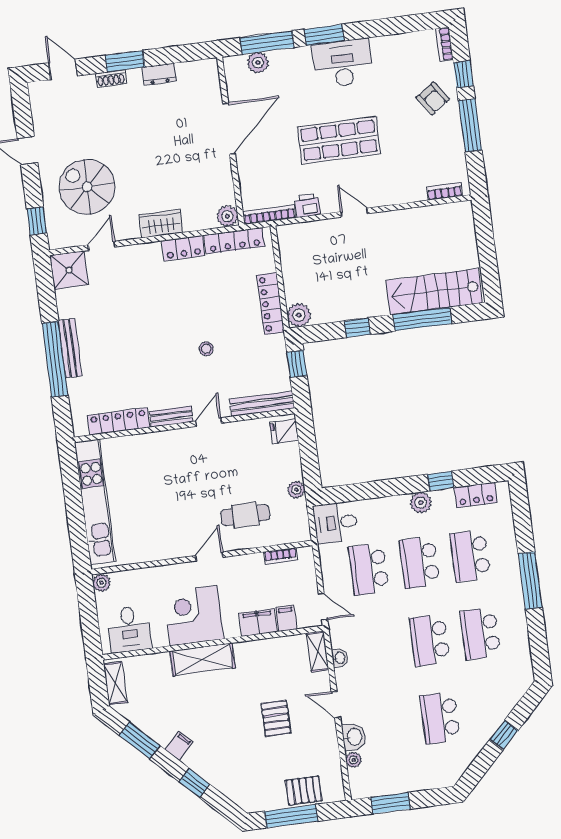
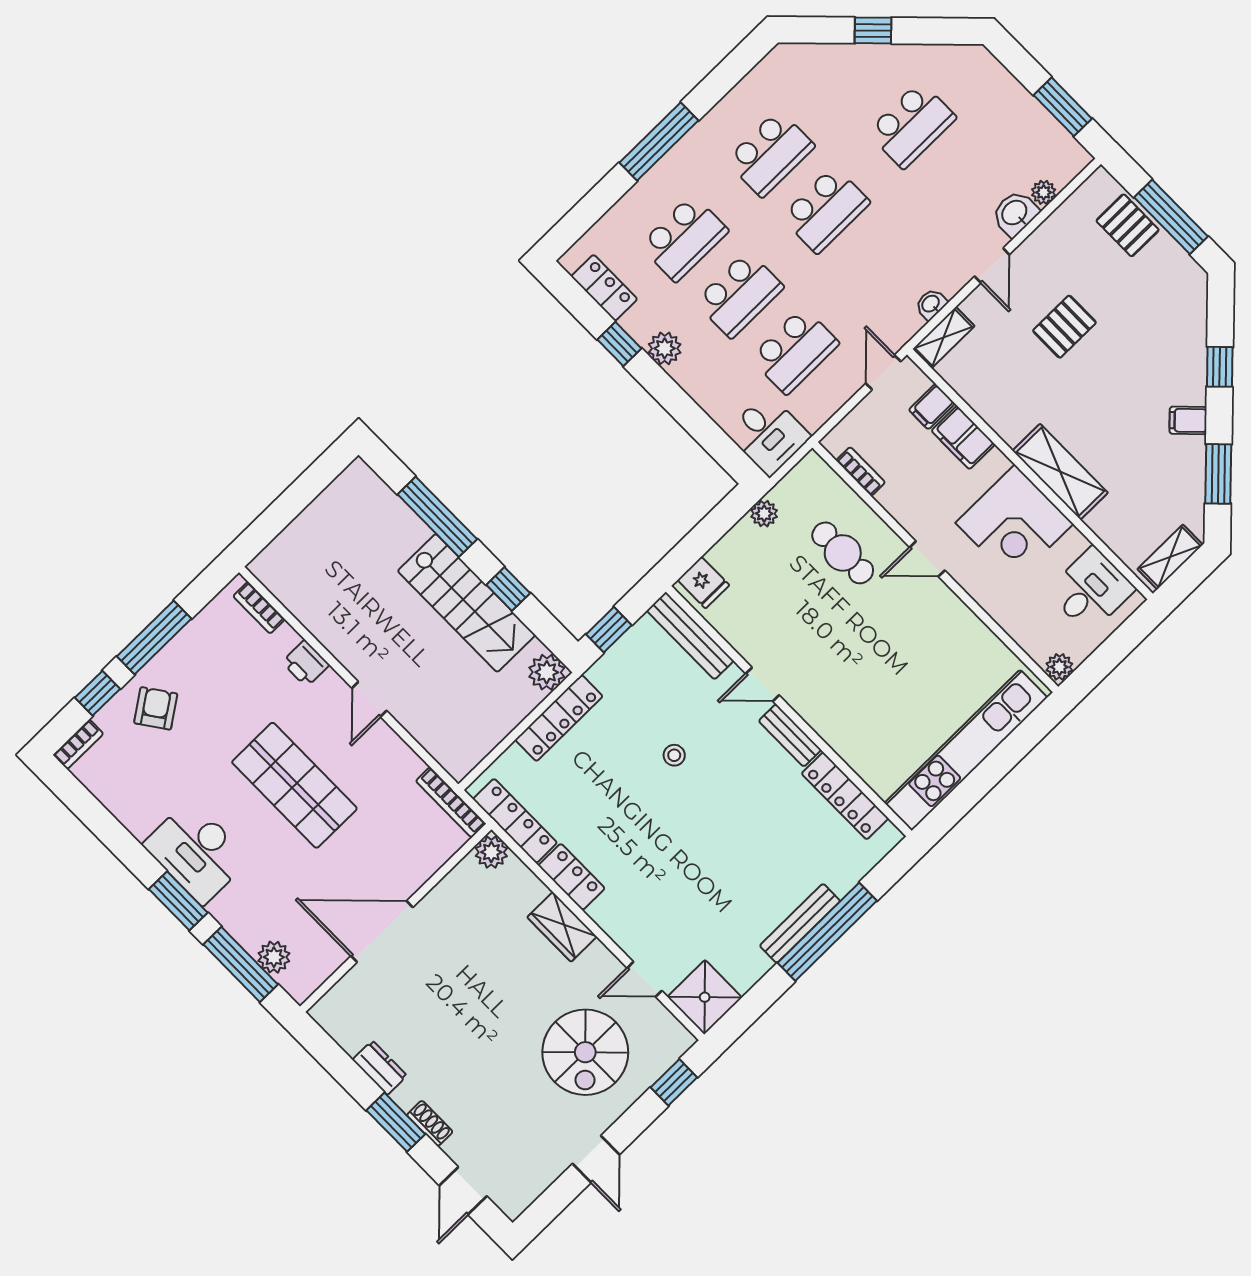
printer: (308, 206) -> (306, 663), moved
stairs: (434, 292) -> (466, 603), moved

